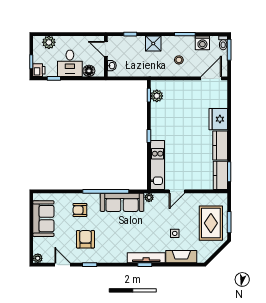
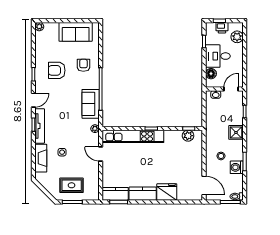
washing machine: (202, 43) -> (237, 167), moved
printer: (39, 70) -> (222, 28), moved
kitchen unit: (158, 165) -> (133, 136), width x1.36
sofa: (122, 202) -> (91, 104), width x0.73
rug: (211, 223) -> (72, 185), width x0.73, depth x0.70
armchair: (85, 239) -> (57, 70), turned 180
door: (62, 265) -> (33, 100), moved

